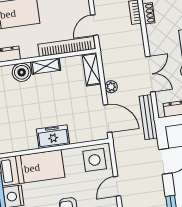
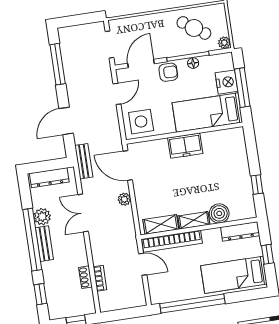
door: (94, 25) -> (143, 264), hinge flipped
shelving: (92, 69) -> (161, 224), moved, turned 90
bench: (148, 117) -> (84, 161), width x0.73

